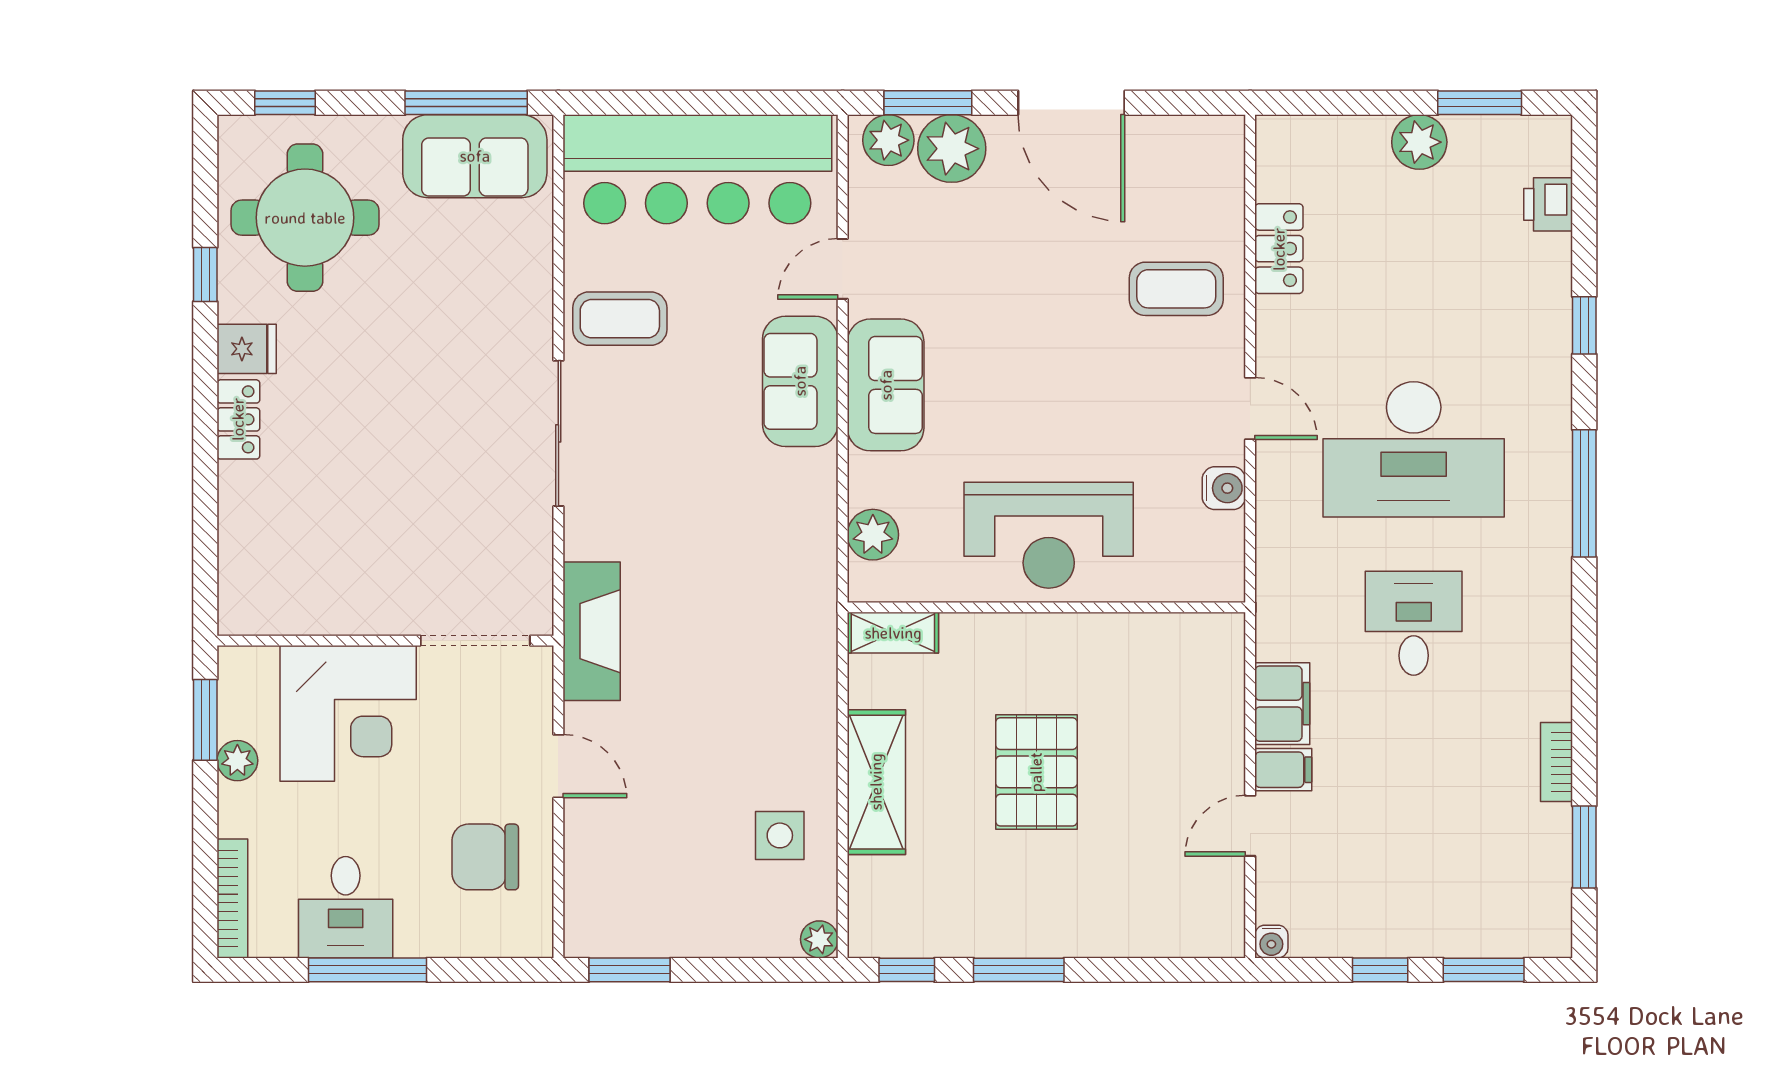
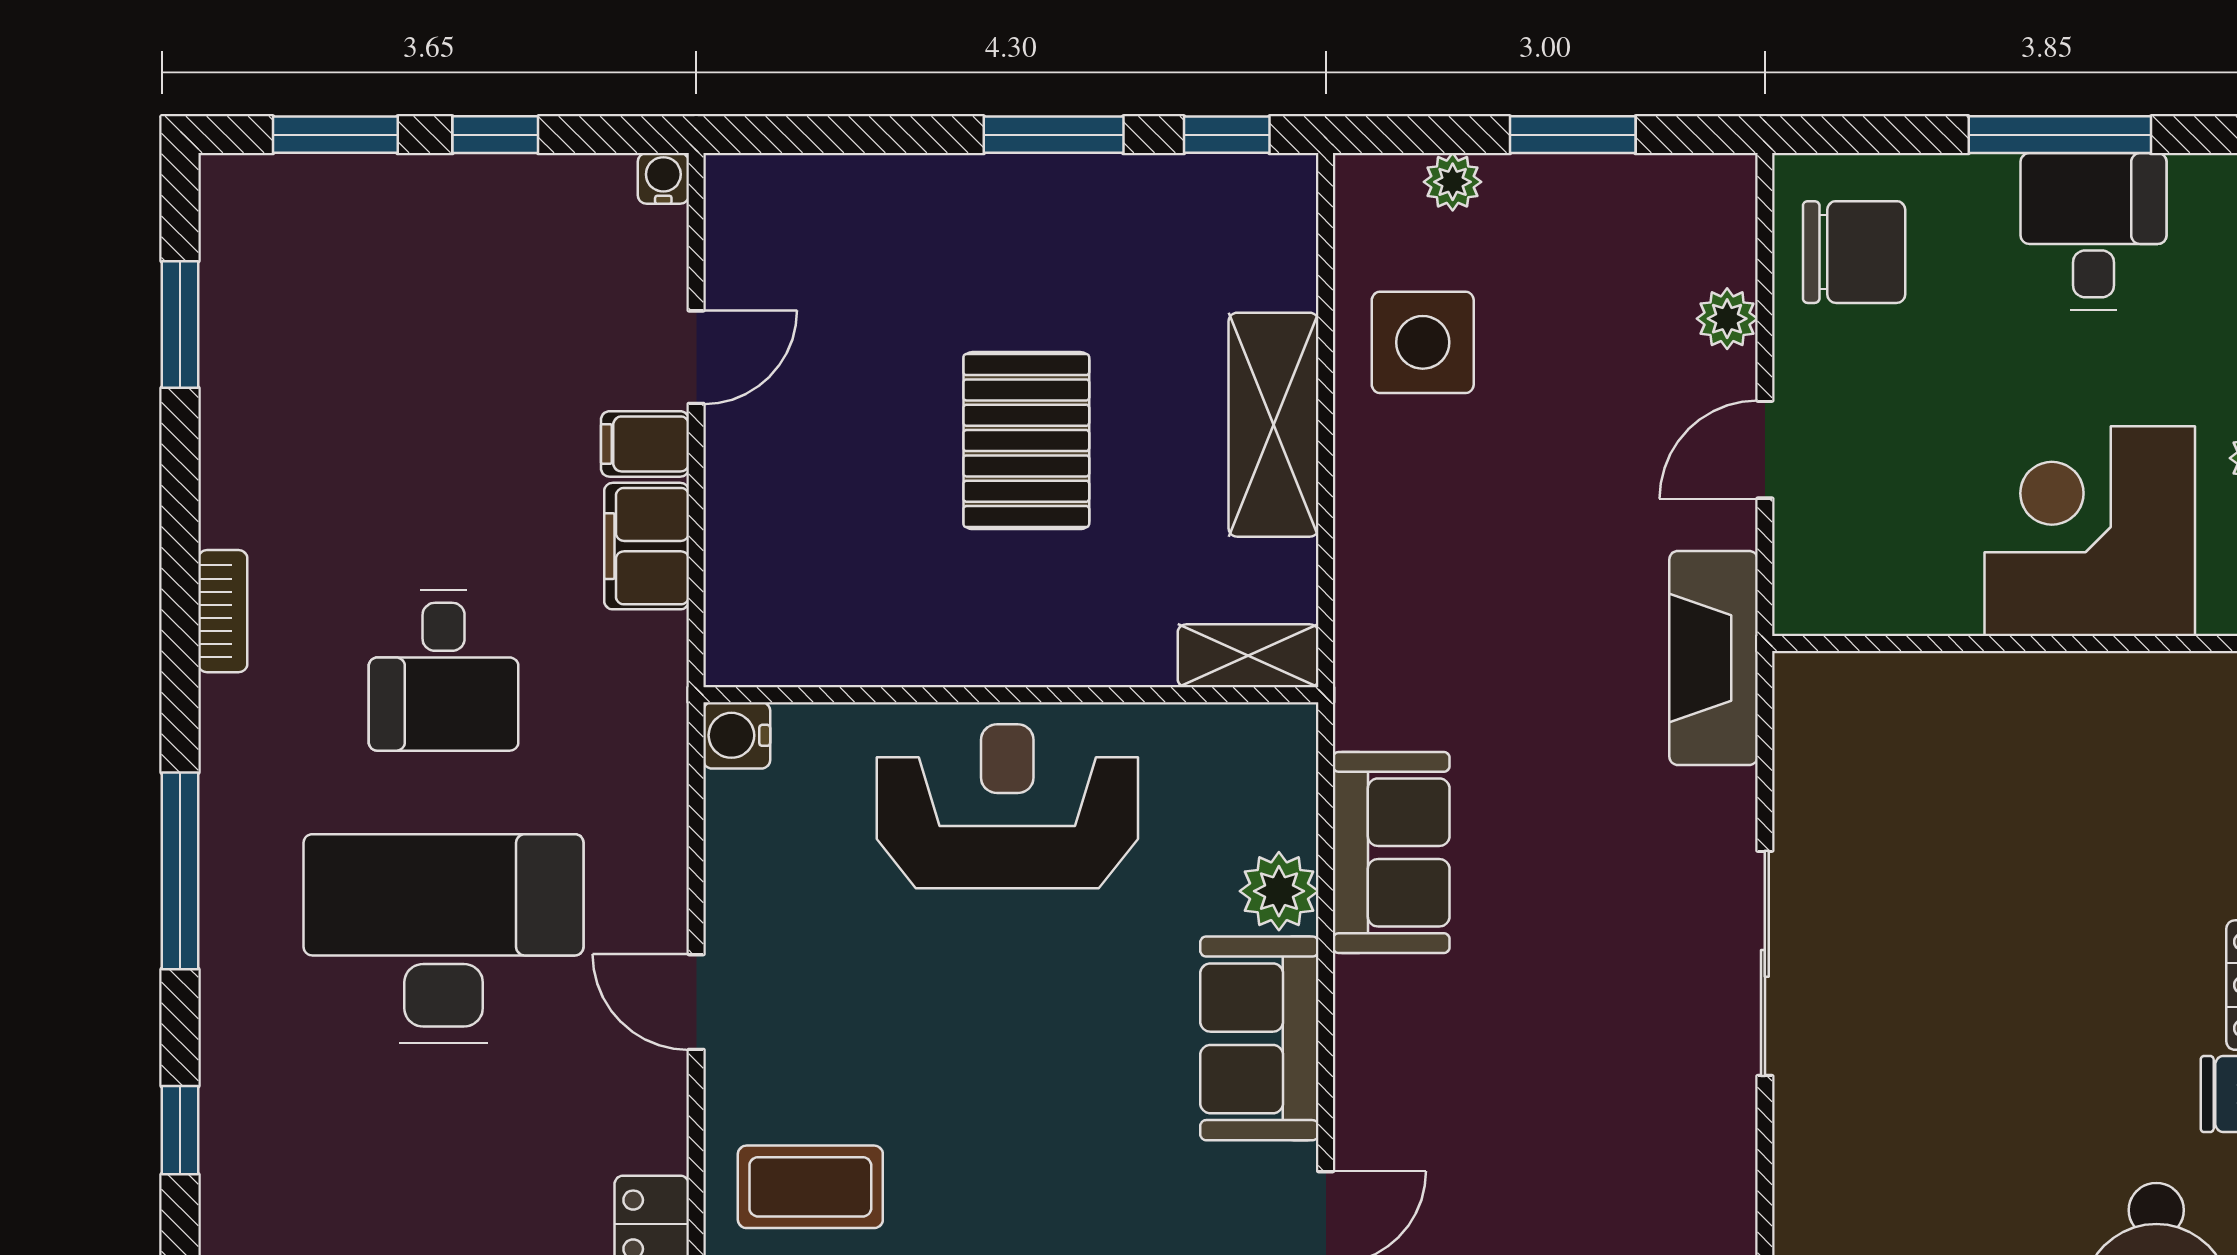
coffee table: (620, 319) -> (1670, 1141), removed
sofa: (800, 381) -> (1391, 852), moved
water cooler: (1224, 488) -> (737, 735), moved
plant: (873, 535) -> (1279, 891), moved
doorway: (475, 641) -> (1893, 643), removed
bookcase: (1557, 762) -> (223, 611), moved
door: (558, 766) -> (1765, 450), hinge flipped
side table: (780, 835) -> (1423, 342), width x1.37, depth x1.37
plant: (583, 851) -> (1727, 319), added
chair: (485, 857) -> (1854, 252), moved
plant: (819, 939) -> (1453, 182), moved
window: (629, 970) -> (1573, 135), moved

